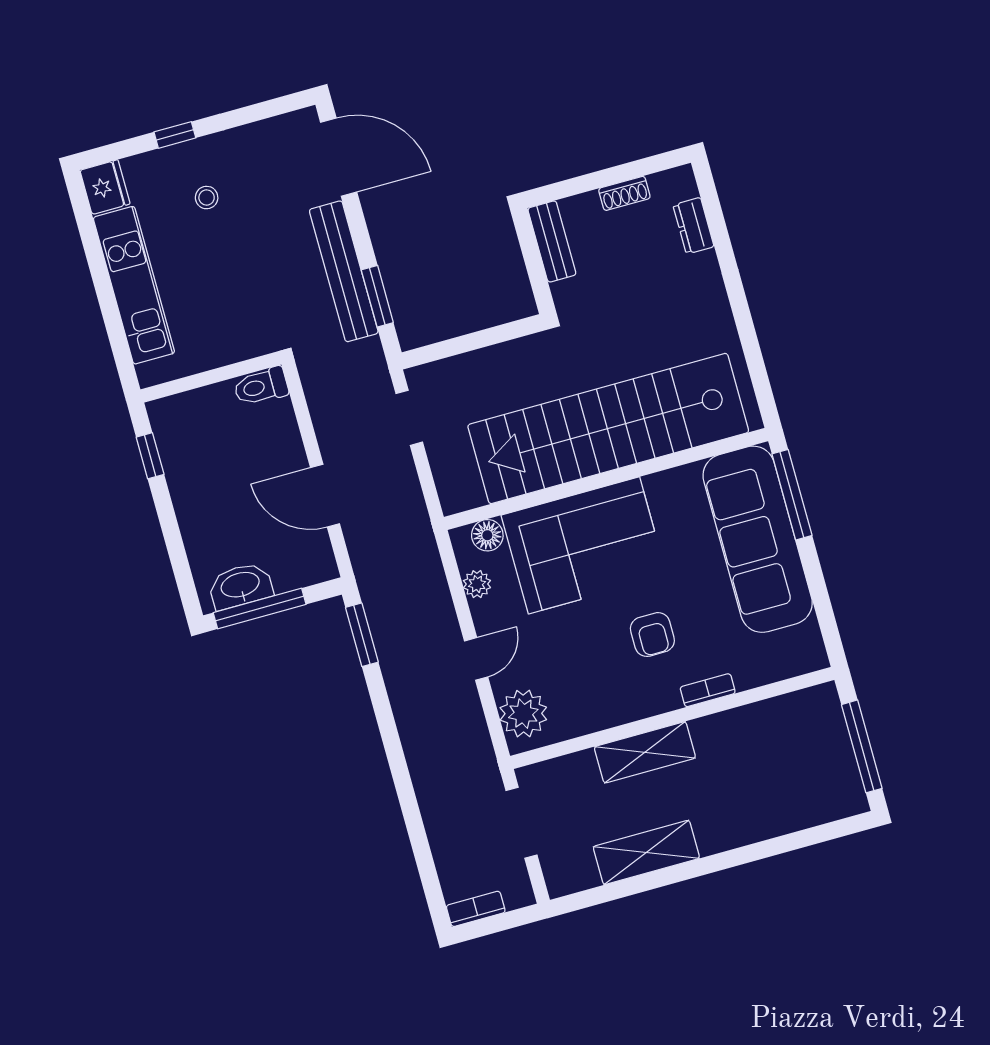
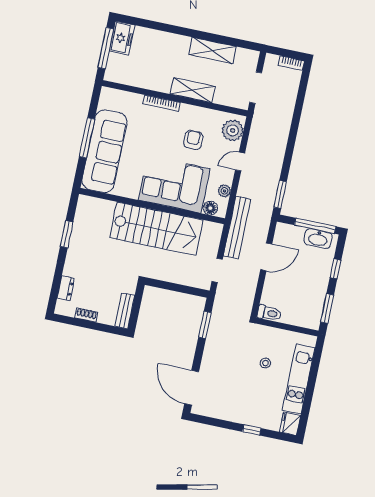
stool: (207, 198) -> (265, 363), moved
bench: (344, 271) -> (237, 228), moved
window: (747, 334) -> (67, 234), added
stairs: (608, 429) -> (156, 229), width x0.73
window: (150, 456) -> (327, 308), width x1.50
window: (792, 495) -> (87, 138), moved
door: (325, 496) -> (266, 257), hinge flipped
window: (174, 543) -> (336, 269), added
armchair: (652, 635) -> (193, 140), moved
bookcase: (708, 690) -> (161, 103), width x1.56
freezer: (840, 784) -> (122, 38), added

